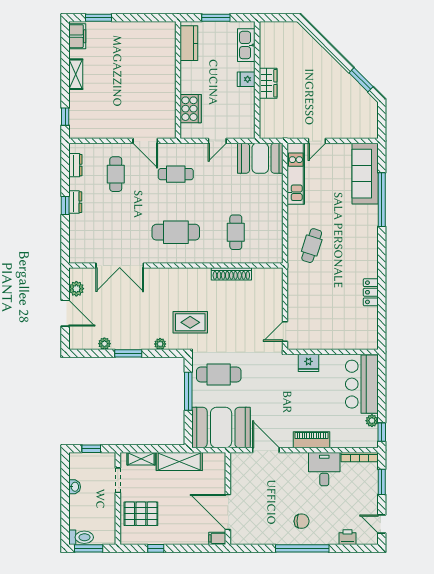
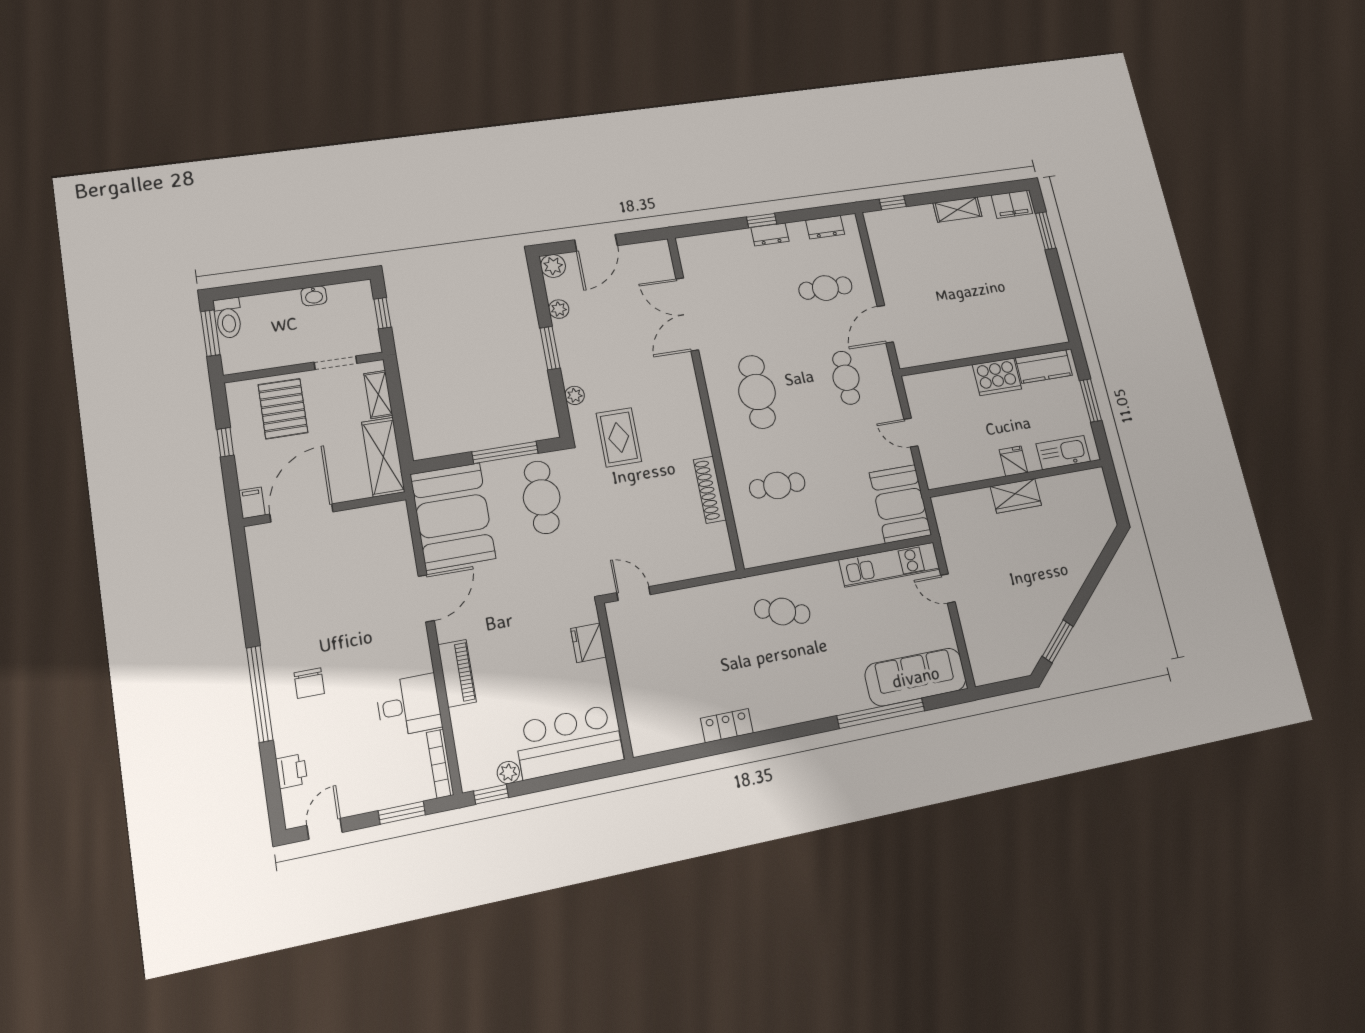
cooker: (191, 109) -> (997, 377), moved
plant: (76, 289) -> (553, 266), moved
wall: (228, 499) -> (325, 509), moved
door: (228, 512) -> (302, 513), moved
filing cabinet: (217, 538) -> (252, 503), moved

